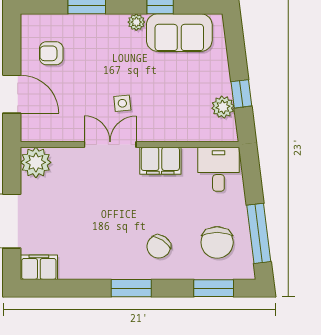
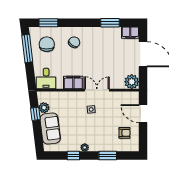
sofa: (179, 33) -> (50, 129), moved, turned 83
double door: (110, 144) -> (97, 90), swing flipped
window: (131, 288) -> (110, 23), moved

